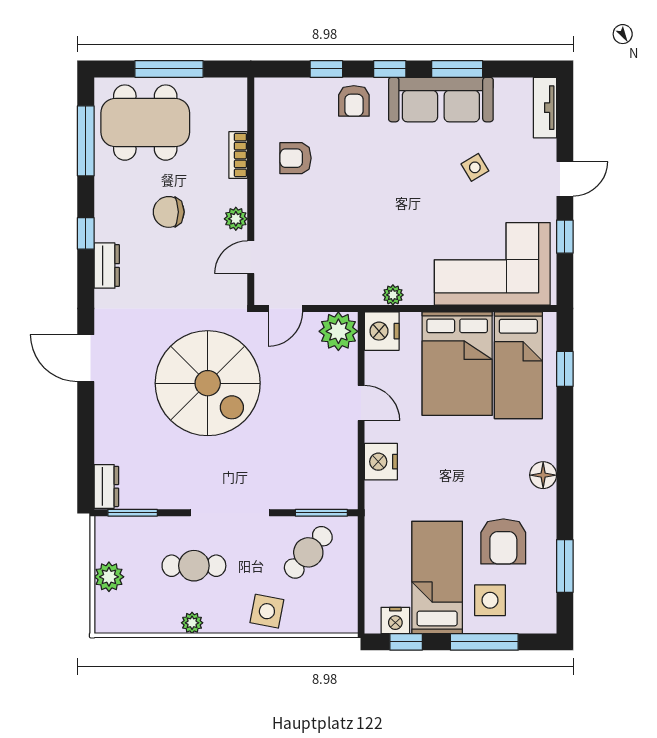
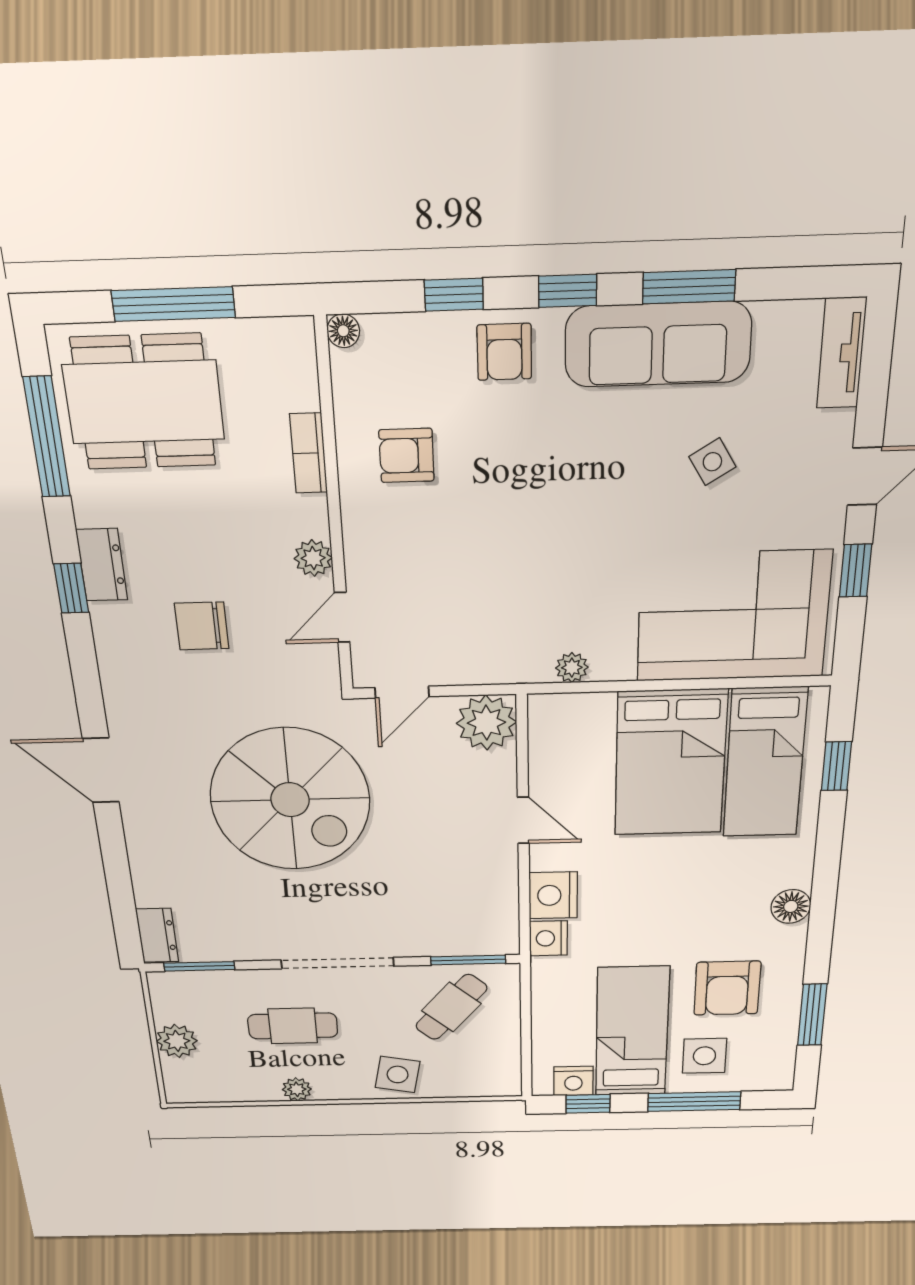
floor lamp: (263, 86) -> (343, 331), added
chair: (169, 212) -> (202, 626), moved
dresser: (107, 266) -> (102, 565), moved
nightstand: (382, 331) -> (548, 938), moved, width x0.74, depth x0.75

